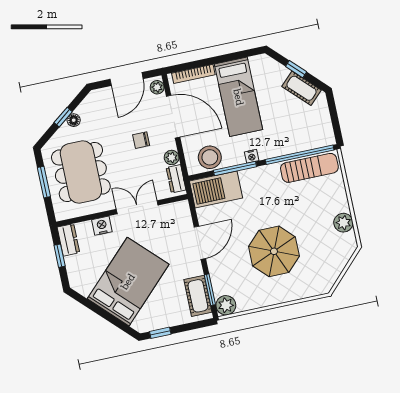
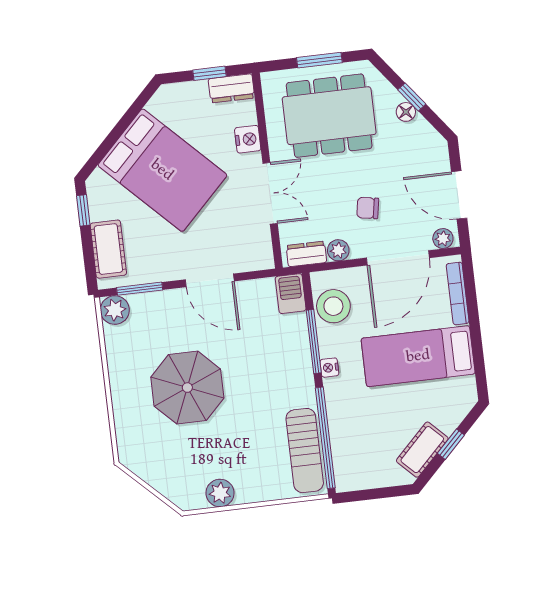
chair: (141, 140) -> (368, 208), turned -80
barbecue: (216, 189) -> (291, 294), width x0.53, depth x0.65
cot: (198, 296) -> (108, 249), moved, turned 90

